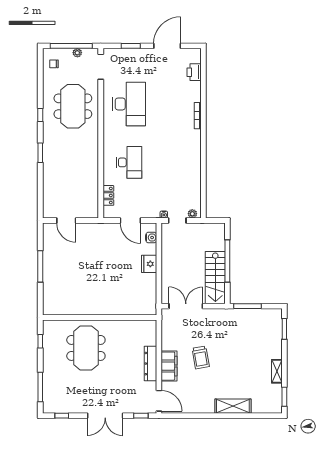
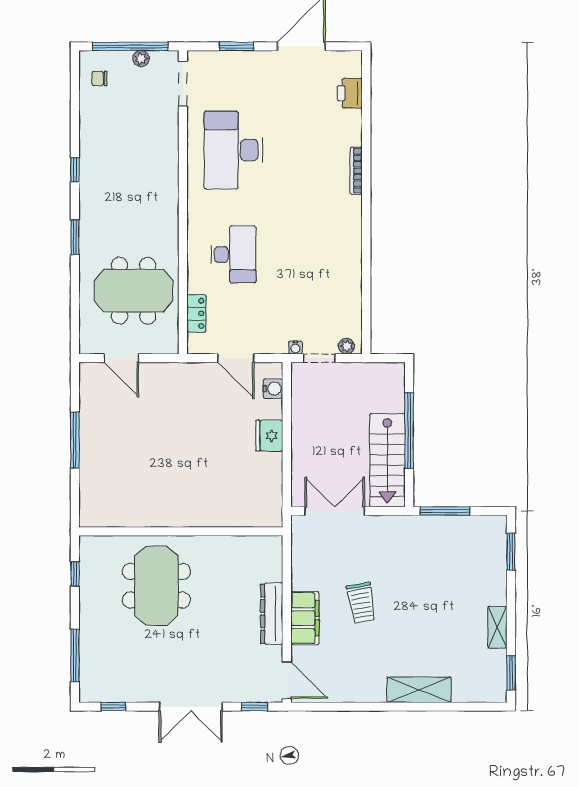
desk: (129, 104) -> (233, 150), turned 180
meeting table: (73, 106) -> (134, 291), moved, turned 90

